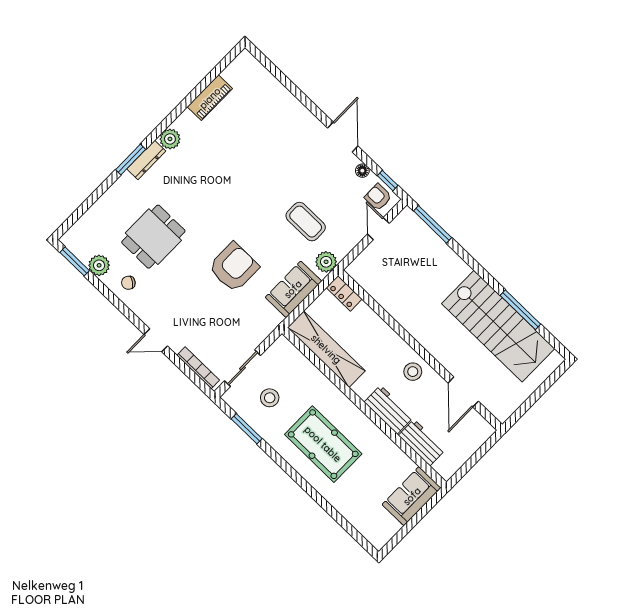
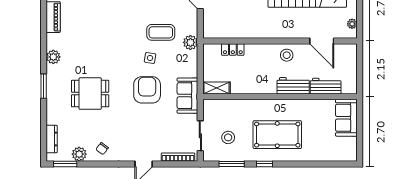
dresser: (146, 160) -> (52, 139), moved
dining table: (153, 237) -> (90, 94), moved, turned 90
side table: (269, 237) -> (150, 58), added
sofa: (293, 289) -> (187, 96), moved
locker: (344, 293) -> (233, 49), moved
shelving: (326, 349) -> (217, 88), width x0.45, depth x0.75
plant: (512, 405) -> (352, 24), added
window: (281, 462) -> (265, 164), added

